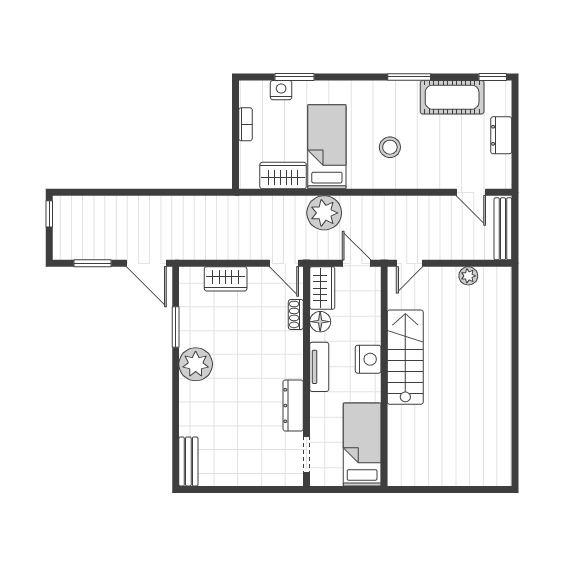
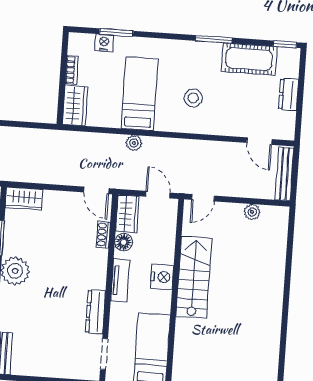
wardrobe: (283, 176) -> (75, 106), moved, turned 90
plant: (324, 213) -> (134, 143), width x0.53, depth x0.53
wardrobe: (226, 279) -> (24, 199), moved

